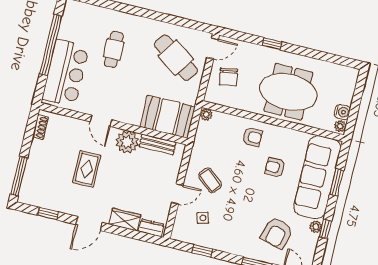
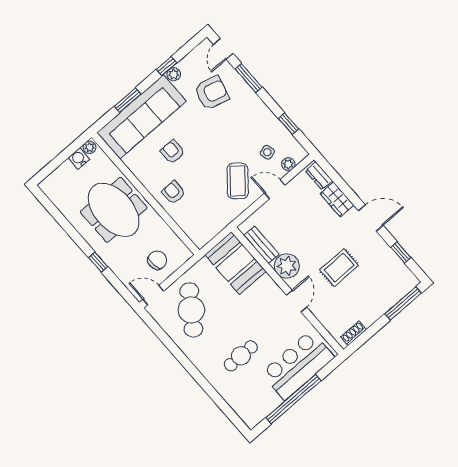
plant: (206, 114) -> (288, 164), moved
armchair: (275, 167) -> (173, 152), turned 180
coffee table: (210, 180) -> (238, 181), width x1.36, depth x1.30

